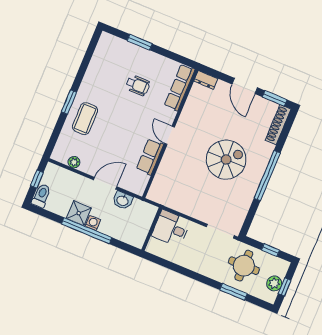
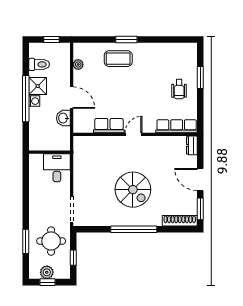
wheelchair: (138, 85) -> (179, 89), moved
door: (245, 86) -> (200, 180), hinge flipped
toilet: (41, 196) -> (39, 64), moved

